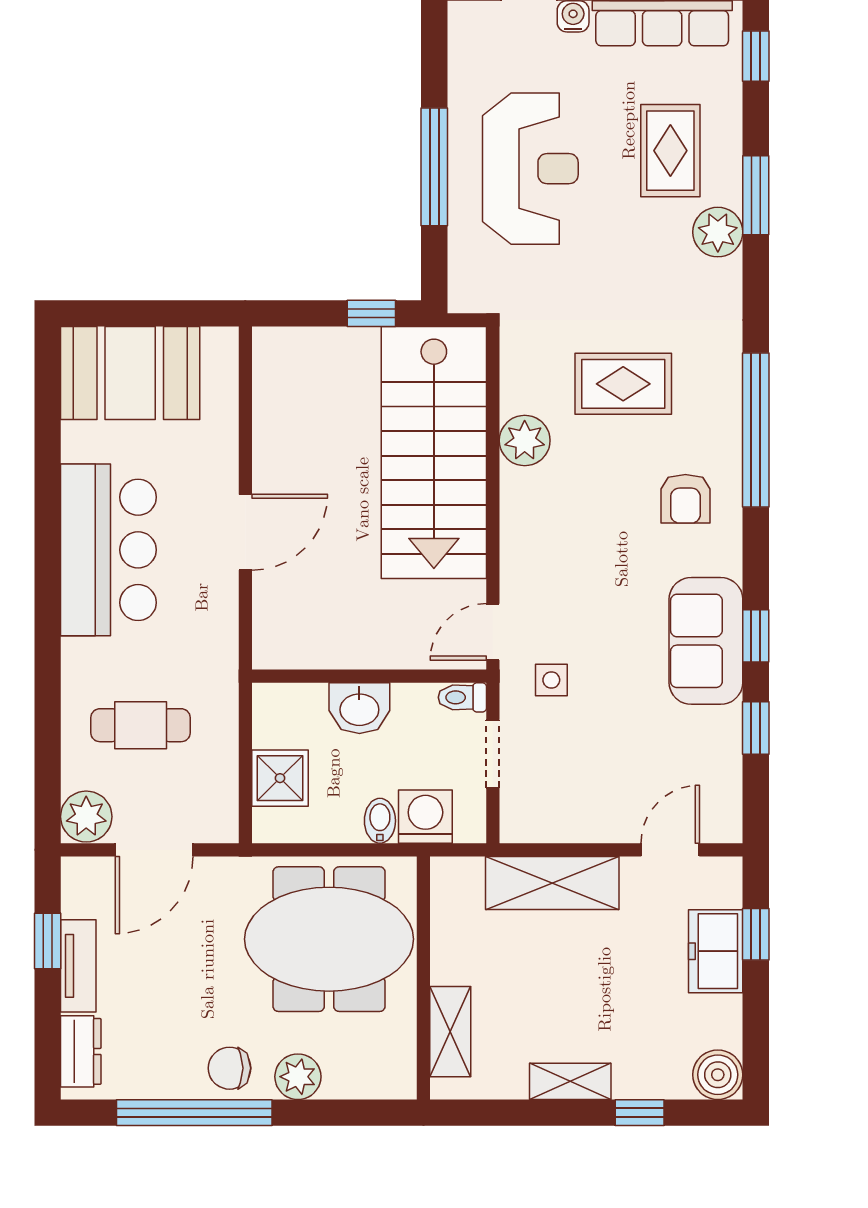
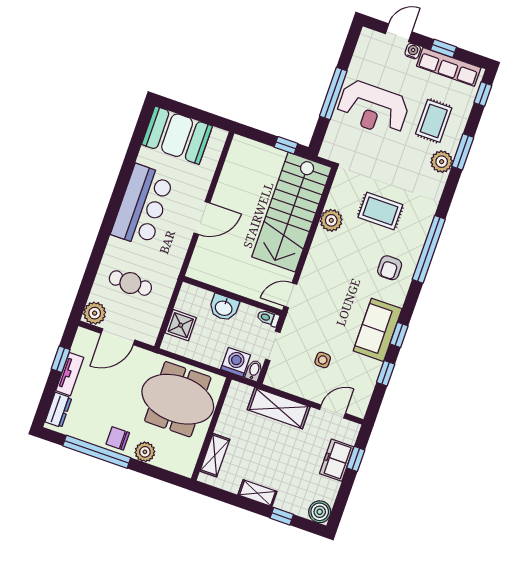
reception desk: (530, 169) -> (373, 108), turned 90
side table: (551, 680) -> (323, 360), moved
bidet: (380, 821) -> (254, 371), moved

